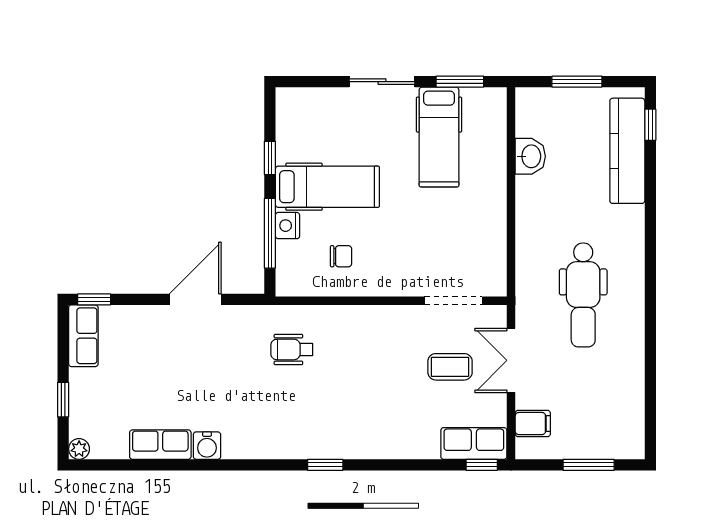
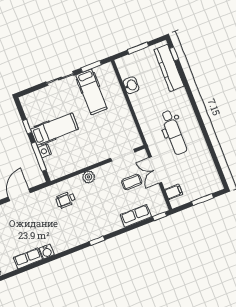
chair: (341, 256) -> (71, 155), removed
plant: (361, 319) -> (89, 177), added
row of seats: (474, 443) -> (136, 216), moved

